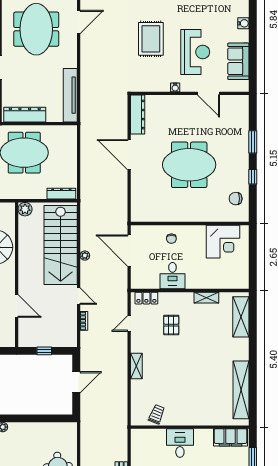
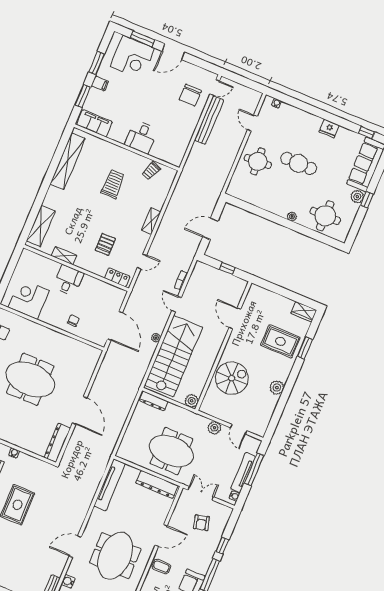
desk: (172, 276) -> (68, 280), moved
trolley: (188, 386) -> (113, 184), added

